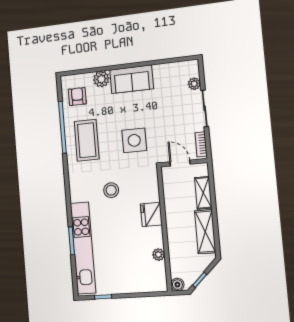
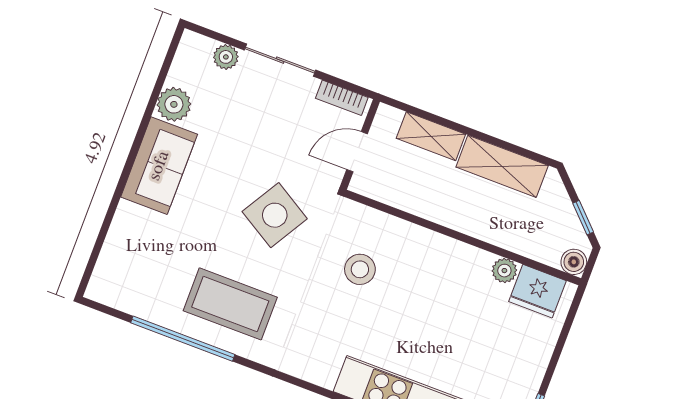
plant: (101, 79) -> (174, 104), moved
armchair: (77, 96) -> (139, 282), removed
side table: (134, 140) -> (275, 215), turned 31
stool: (111, 190) -> (360, 269), moved
fridge: (151, 214) -> (537, 291), moved

